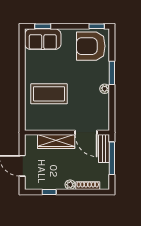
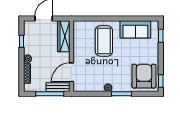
sofa: (43, 39) -> (135, 29), moved, turned -90
wardrobe: (56, 141) -> (64, 36), moved

